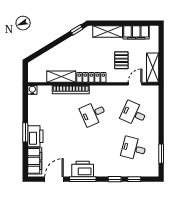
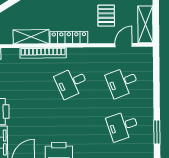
desk: (134, 114) -> (122, 82), turned -45
desk: (134, 149) -> (123, 126), turned -33

